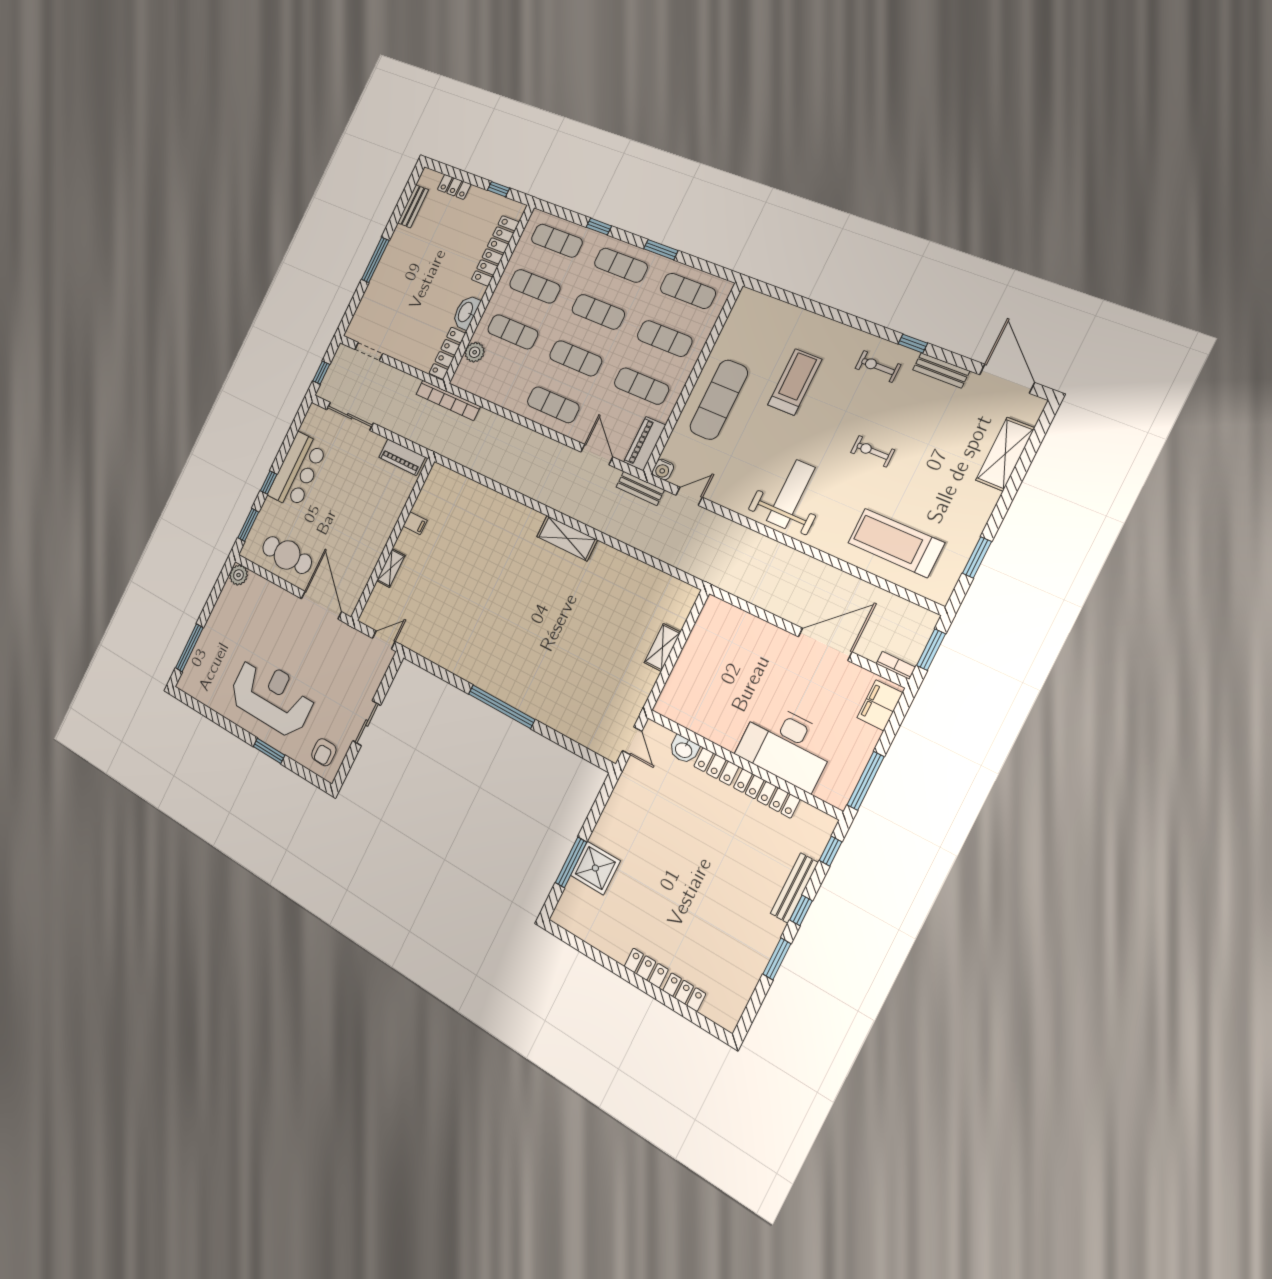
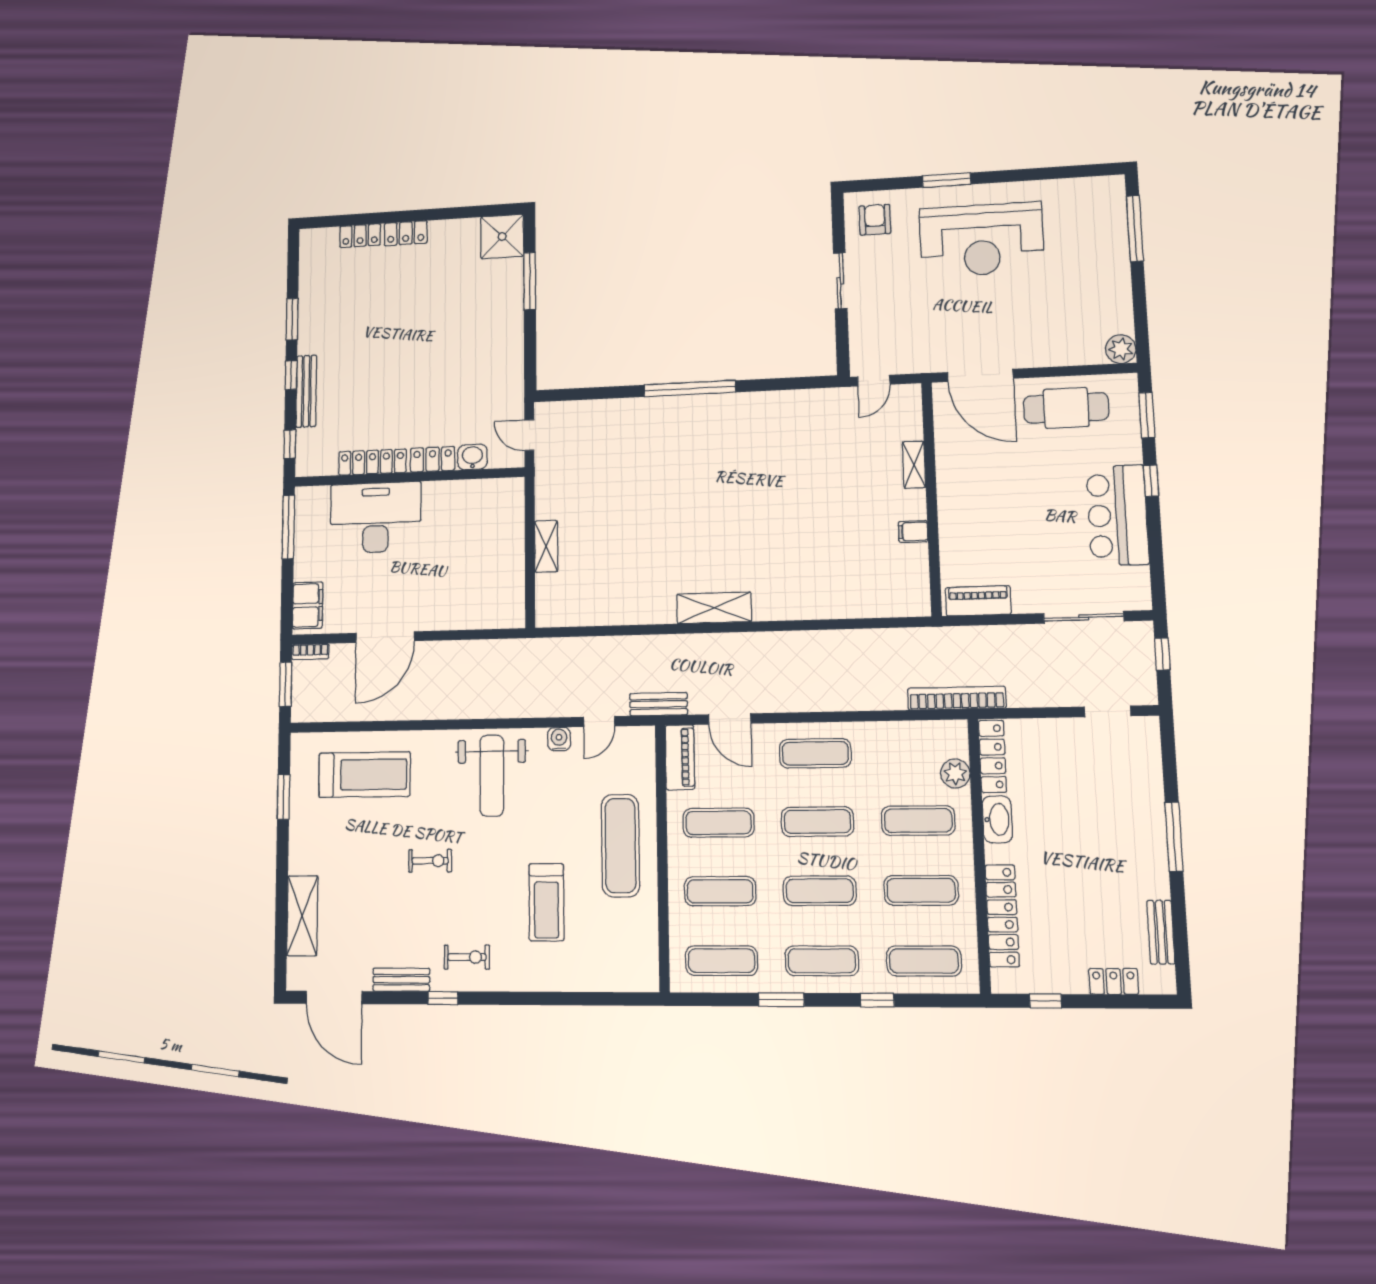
water cooler: (663, 470) -> (559, 739), moved
shower: (595, 868) -> (502, 237), moved

